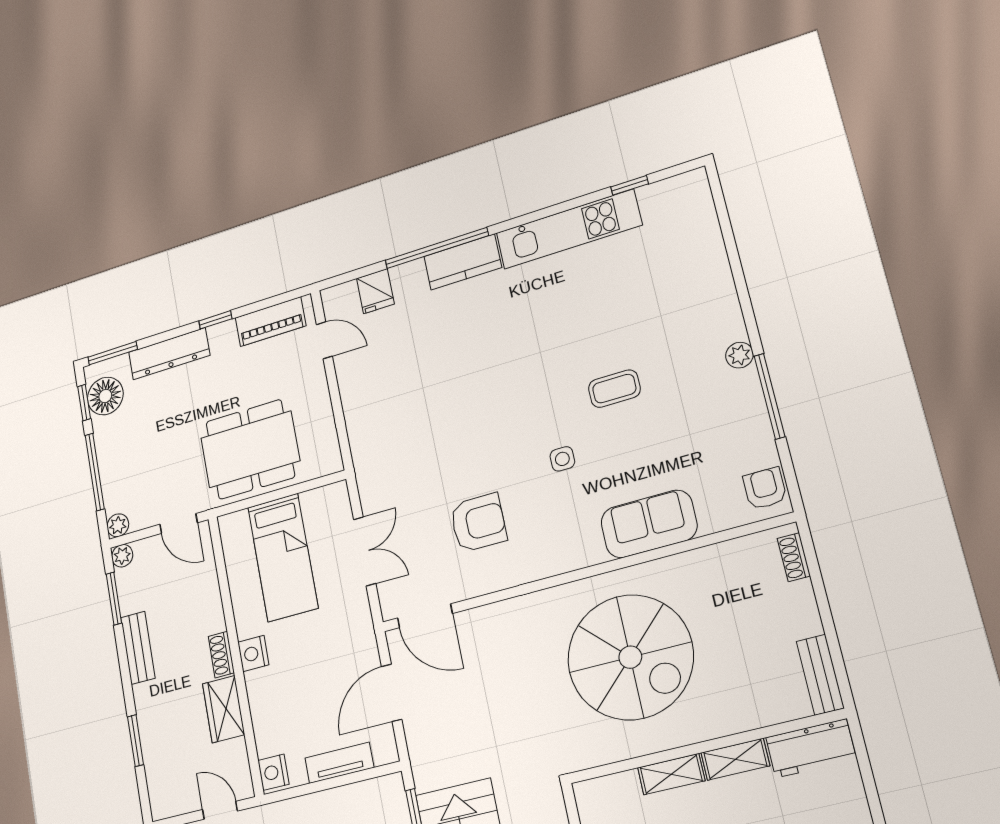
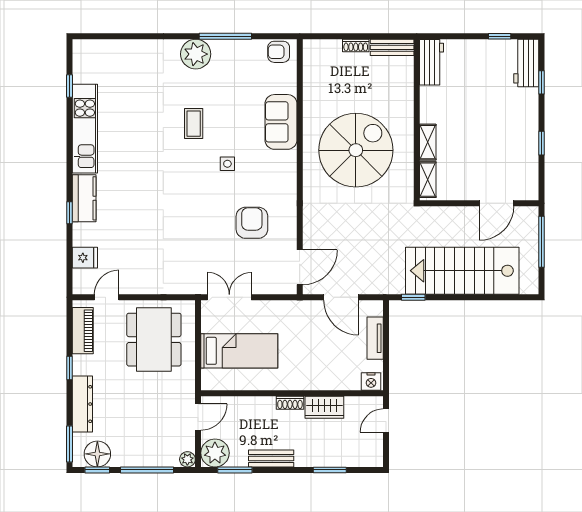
window: (437, 248) -> (69, 213), width x0.32
plant: (739, 355) -> (196, 54), width x1.87, depth x1.87
dining table: (250, 449) -> (154, 340), moved
double door: (365, 551) -> (229, 297), moved
plant: (122, 556) -> (215, 453), width x1.88, depth x1.88
shoe rack: (794, 557) -> (356, 46), moved
nightstand: (253, 653) -> (295, 381), removed
shelving: (735, 759) -> (428, 180), moved

